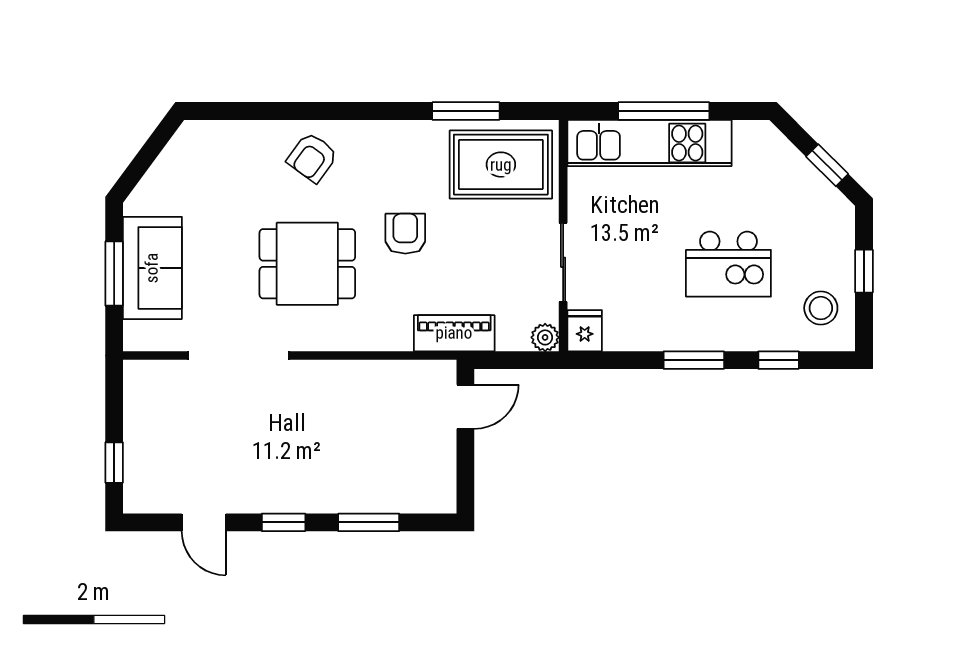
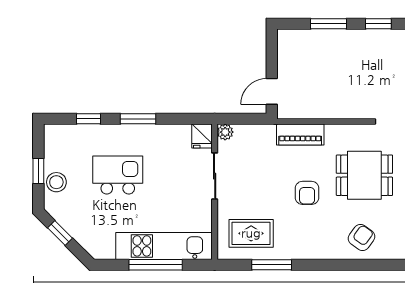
rug: (501, 165) -> (251, 233), width x0.73, depth x0.70
stool: (821, 308) -> (56, 182), moved
piano: (454, 333) -> (300, 135), moved

